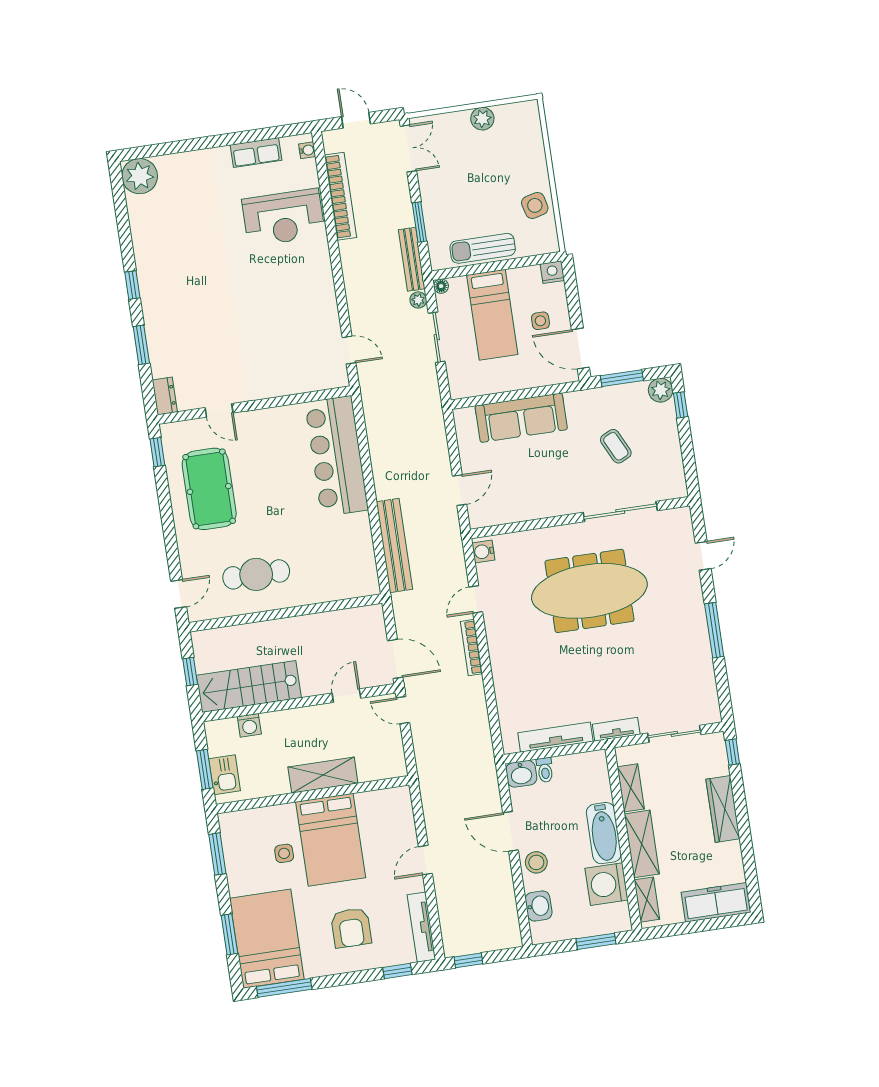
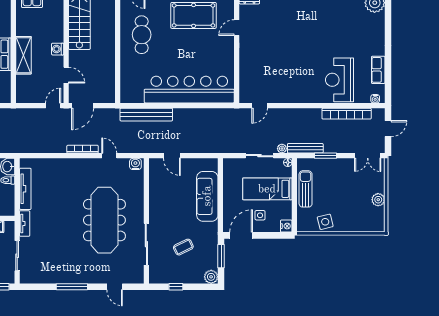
window: (681, 405) -> (176, 287), moved
bar counter: (336, 456) -> (189, 90), width x1.36
washing machine: (249, 725) -> (58, 49), moved

